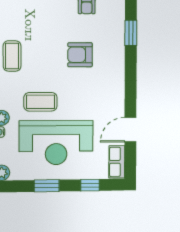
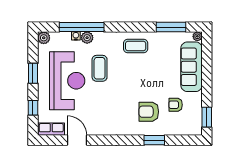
armchair: (80, 55) -> (149, 112), moved, turned -90
reception desk: (56, 143) -> (67, 81), turned 180

